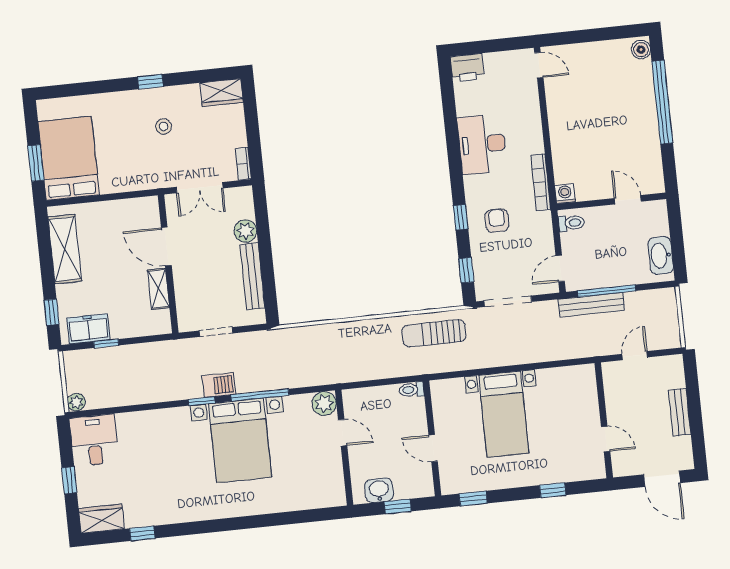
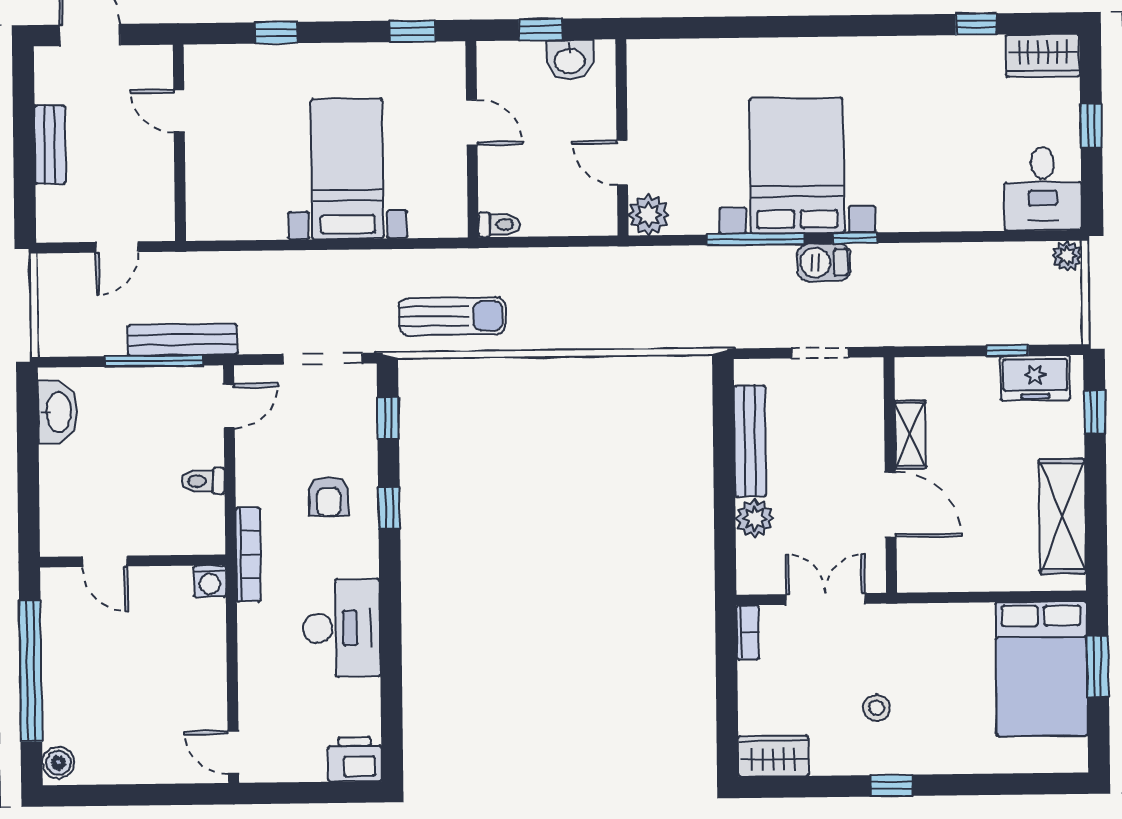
washing machine: (565, 194) -> (210, 581), moved
door: (628, 200) -> (105, 561), moved
wall: (611, 201) -> (133, 561), moved

